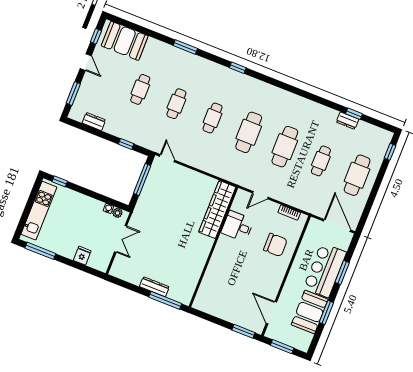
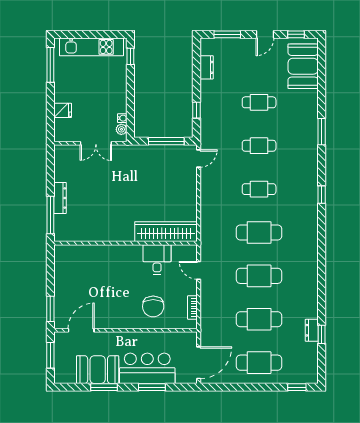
cafe table: (321, 161) -> (259, 319), width x1.37, depth x1.35

